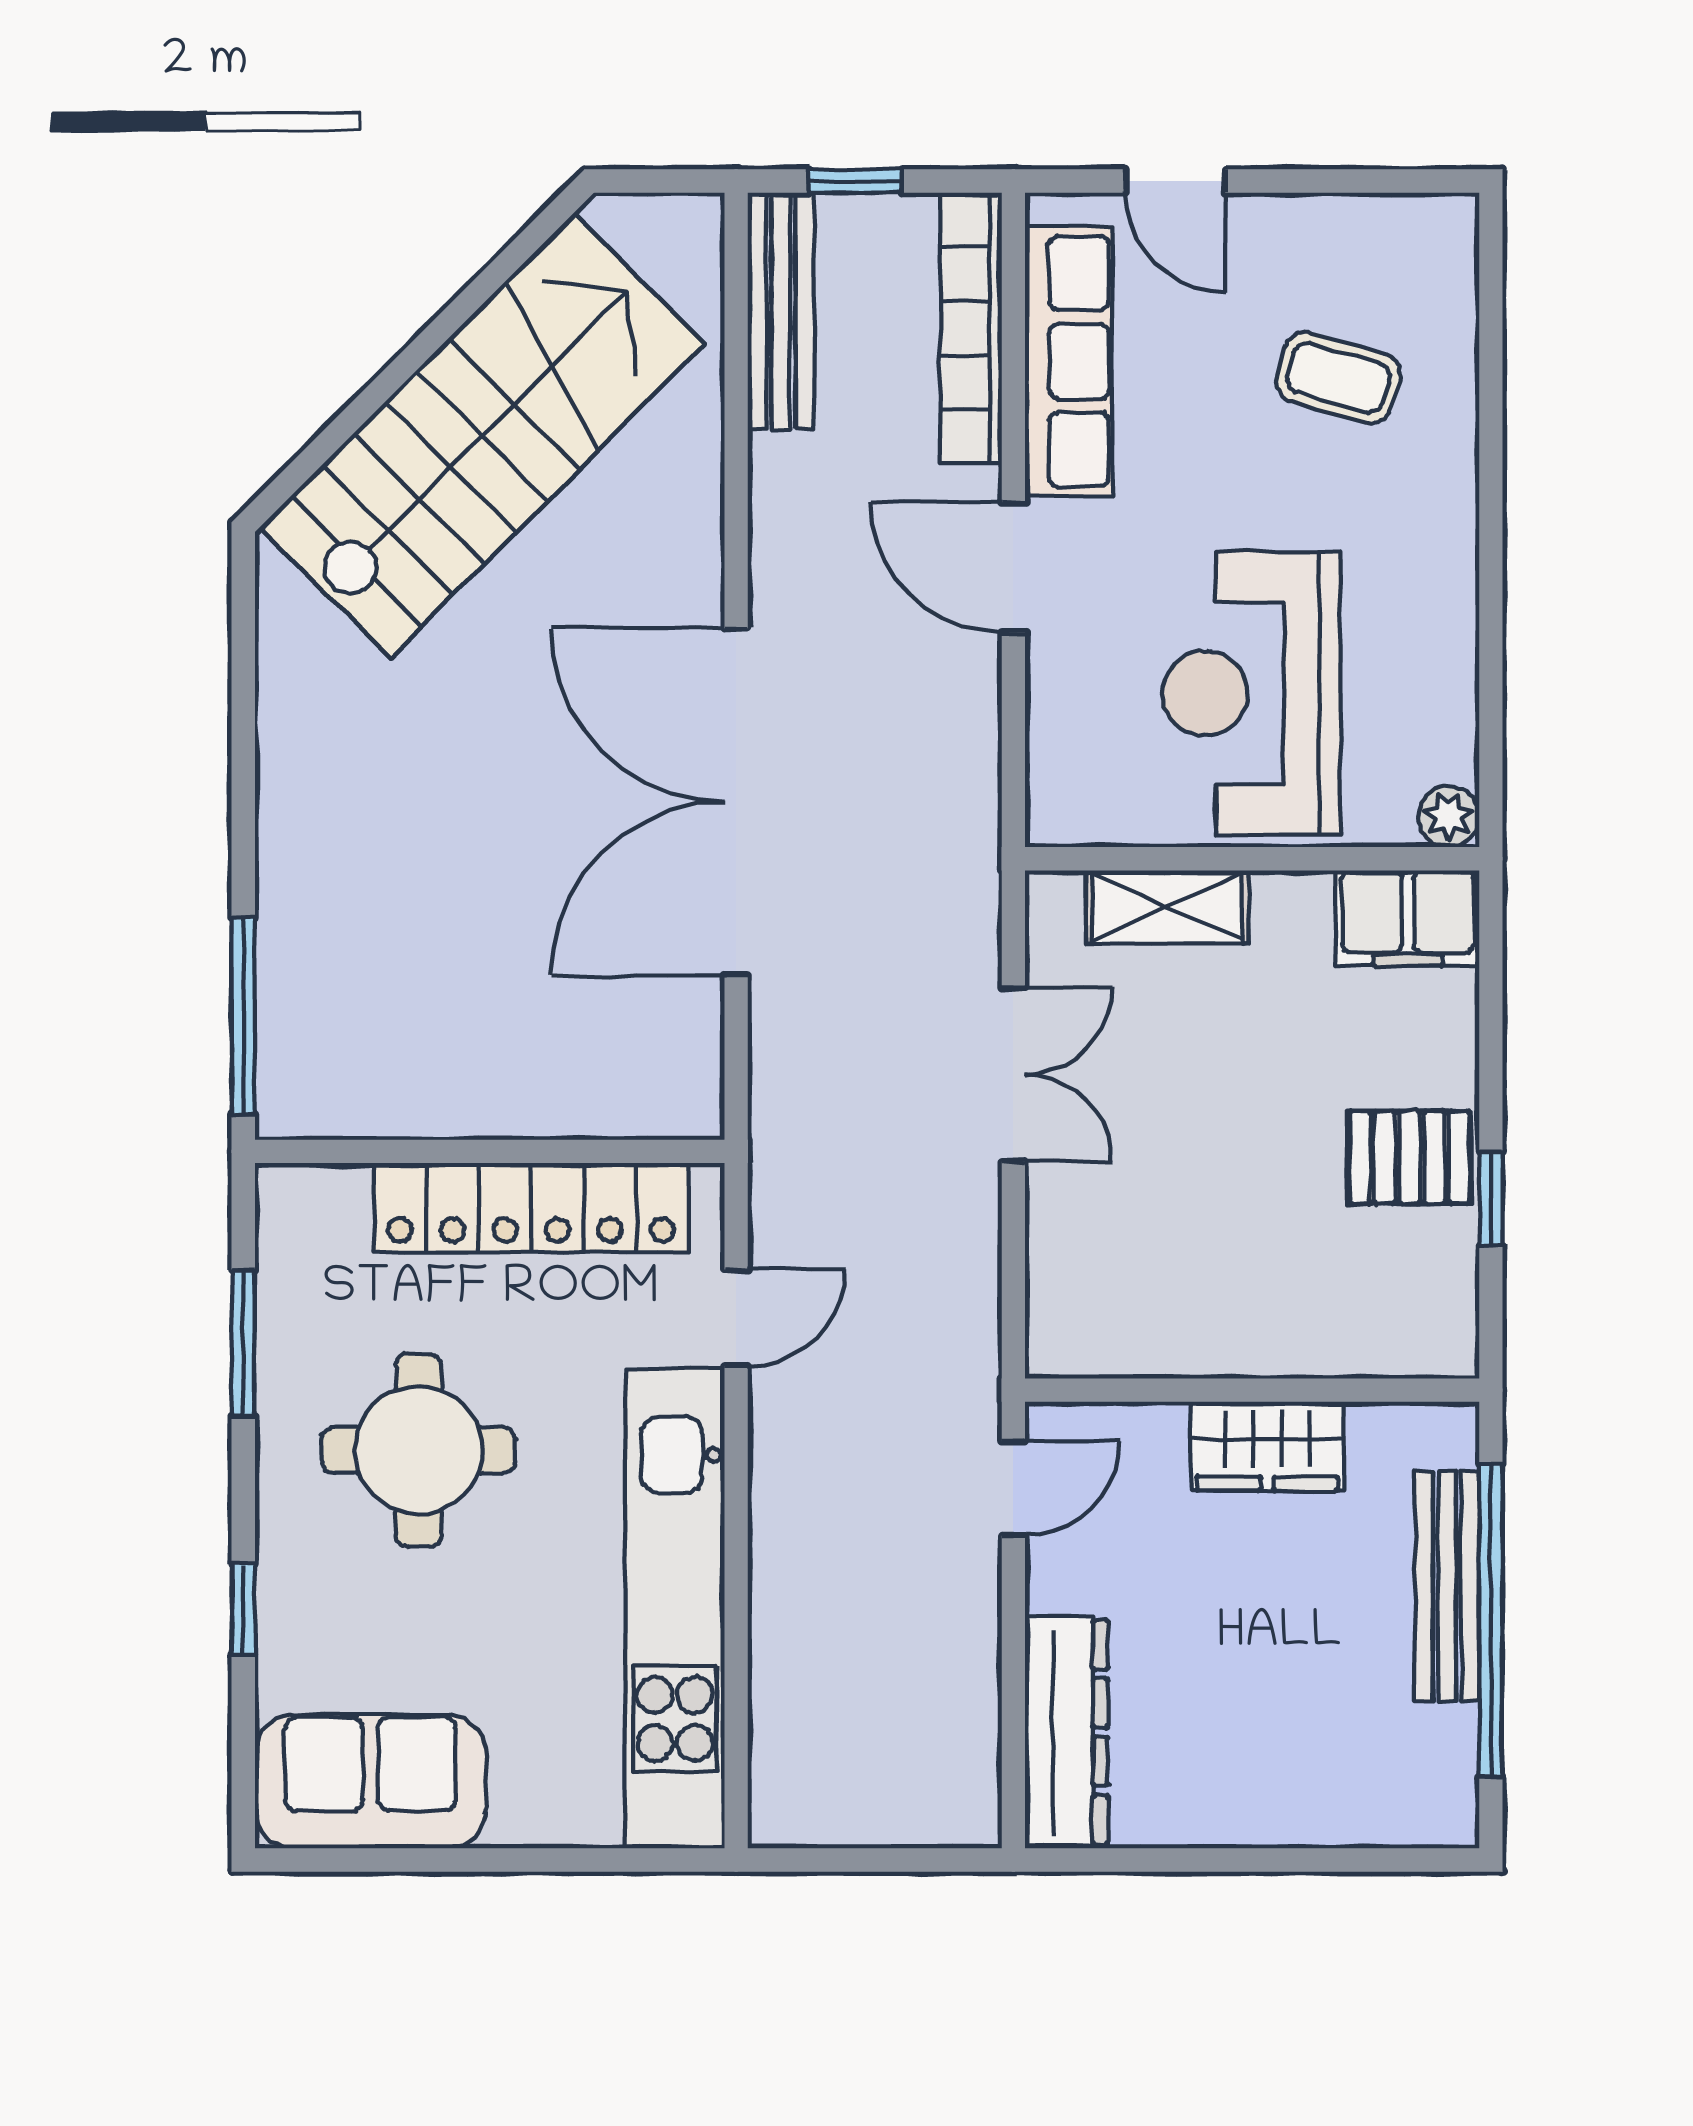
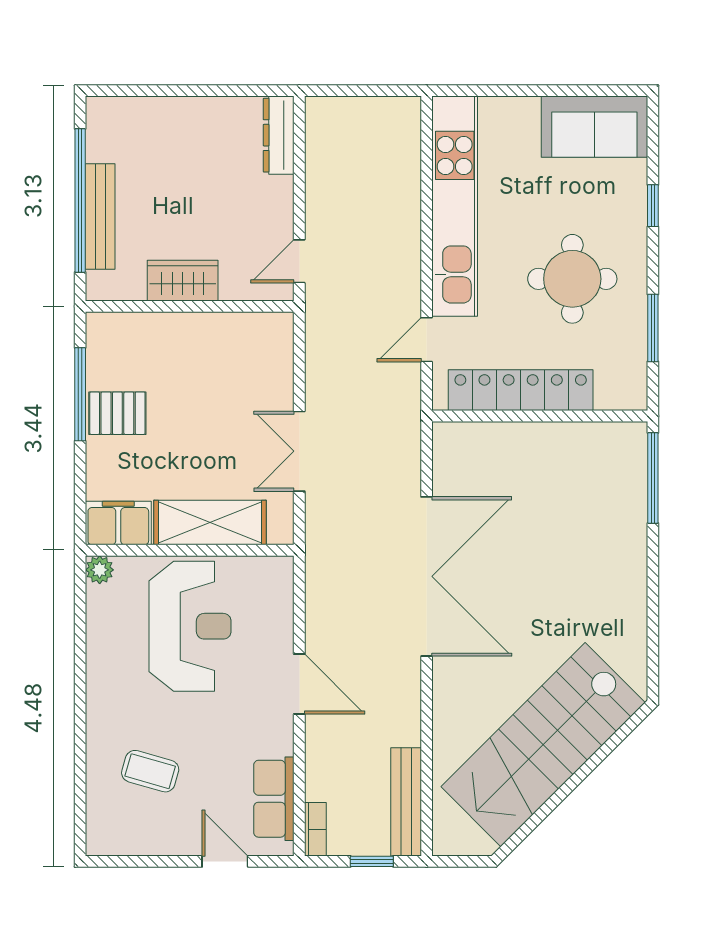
bookcase: (971, 328) -> (315, 829), width x0.43, depth x0.76
row of seats: (1069, 361) -> (274, 799), width x0.68
shelving: (1167, 907) -> (210, 523), width x1.50, depth x1.33
window: (1491, 1198) -> (80, 394), width x2.17
dresser: (1066, 1732) -> (279, 135), width x0.73, depth x0.80

